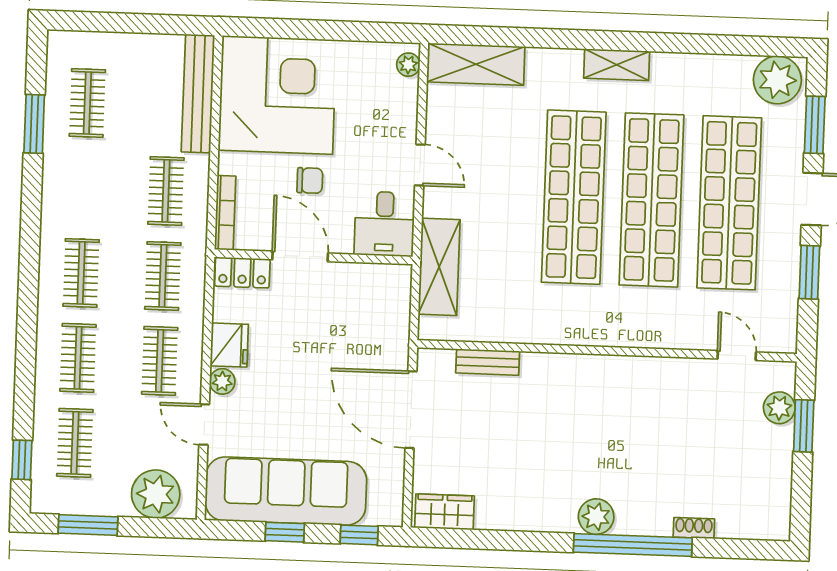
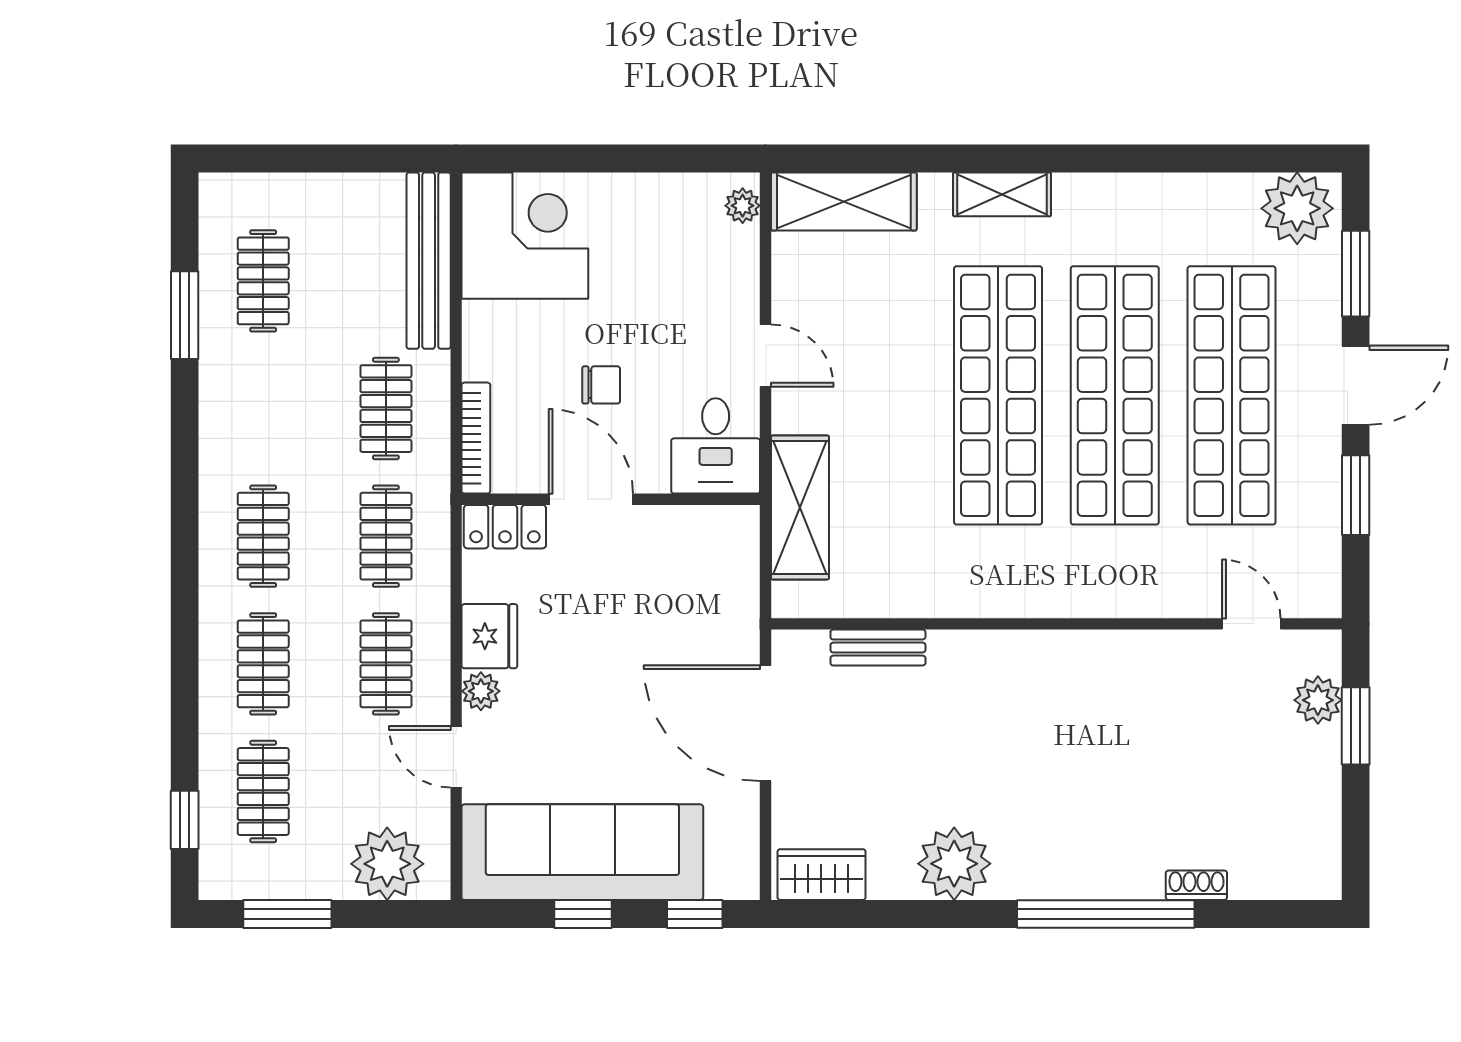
shelving: (617, 65) -> (1002, 194), moved
corner desk: (277, 95) -> (525, 236), width x0.74, depth x0.74
plant: (596, 517) -> (954, 864), moved, width x1.36, depth x1.36

